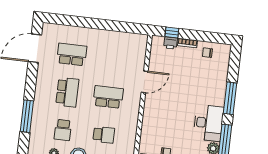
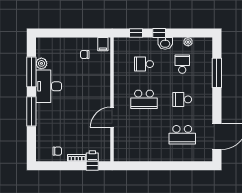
school desk: (67, 92) -> (182, 99), width x0.54

